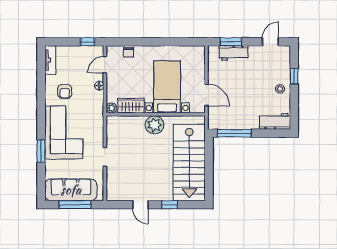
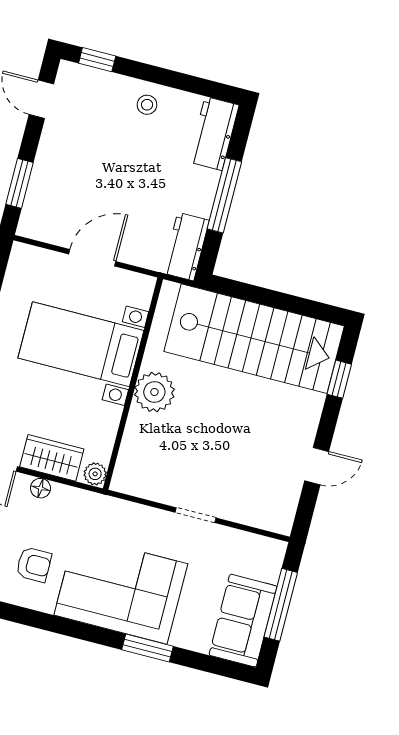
workbench: (234, 53) -> (186, 247), moved, turned 180
window: (294, 76) -> (97, 60), moved
door: (206, 95) -> (92, 258), moved
wardrobe: (131, 106) -> (52, 458), moved, turned 90
window: (234, 133) -> (224, 195), moved
sofa: (71, 190) -> (243, 621), width x0.73
window: (170, 205) -> (339, 379), moved

